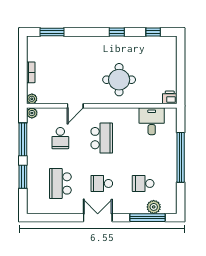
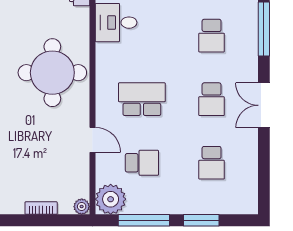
round table: (119, 80) -> (52, 73), width x1.36, depth x1.36
plant: (32, 113) -> (111, 199), width x1.87, depth x1.87
school desk: (60, 183) -> (212, 163), width x0.54
plant: (154, 207) -> (248, 20), removed

